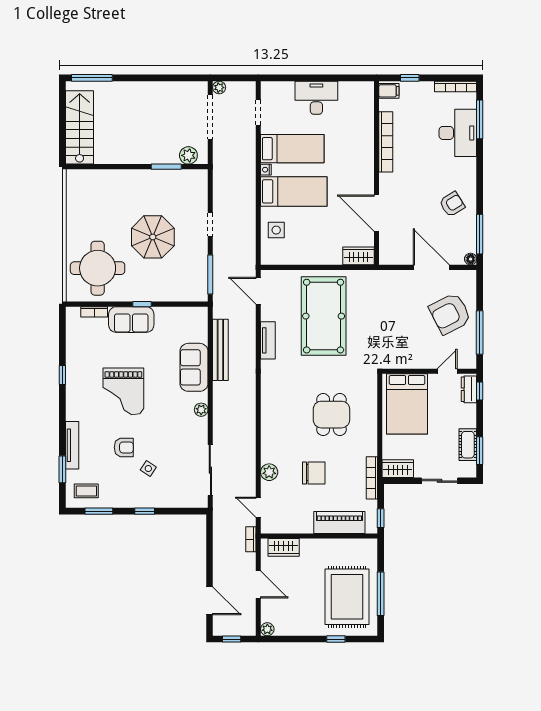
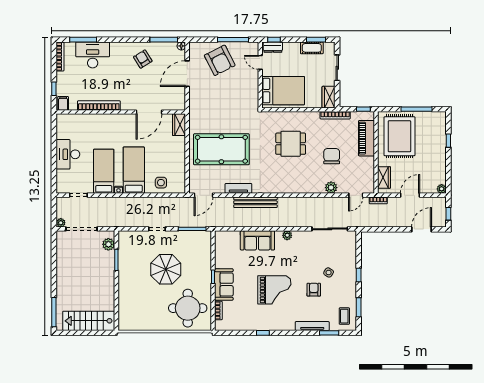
bench: (220, 350) -> (255, 202), moved
rug: (347, 597) -> (399, 136), moved, turned 90

